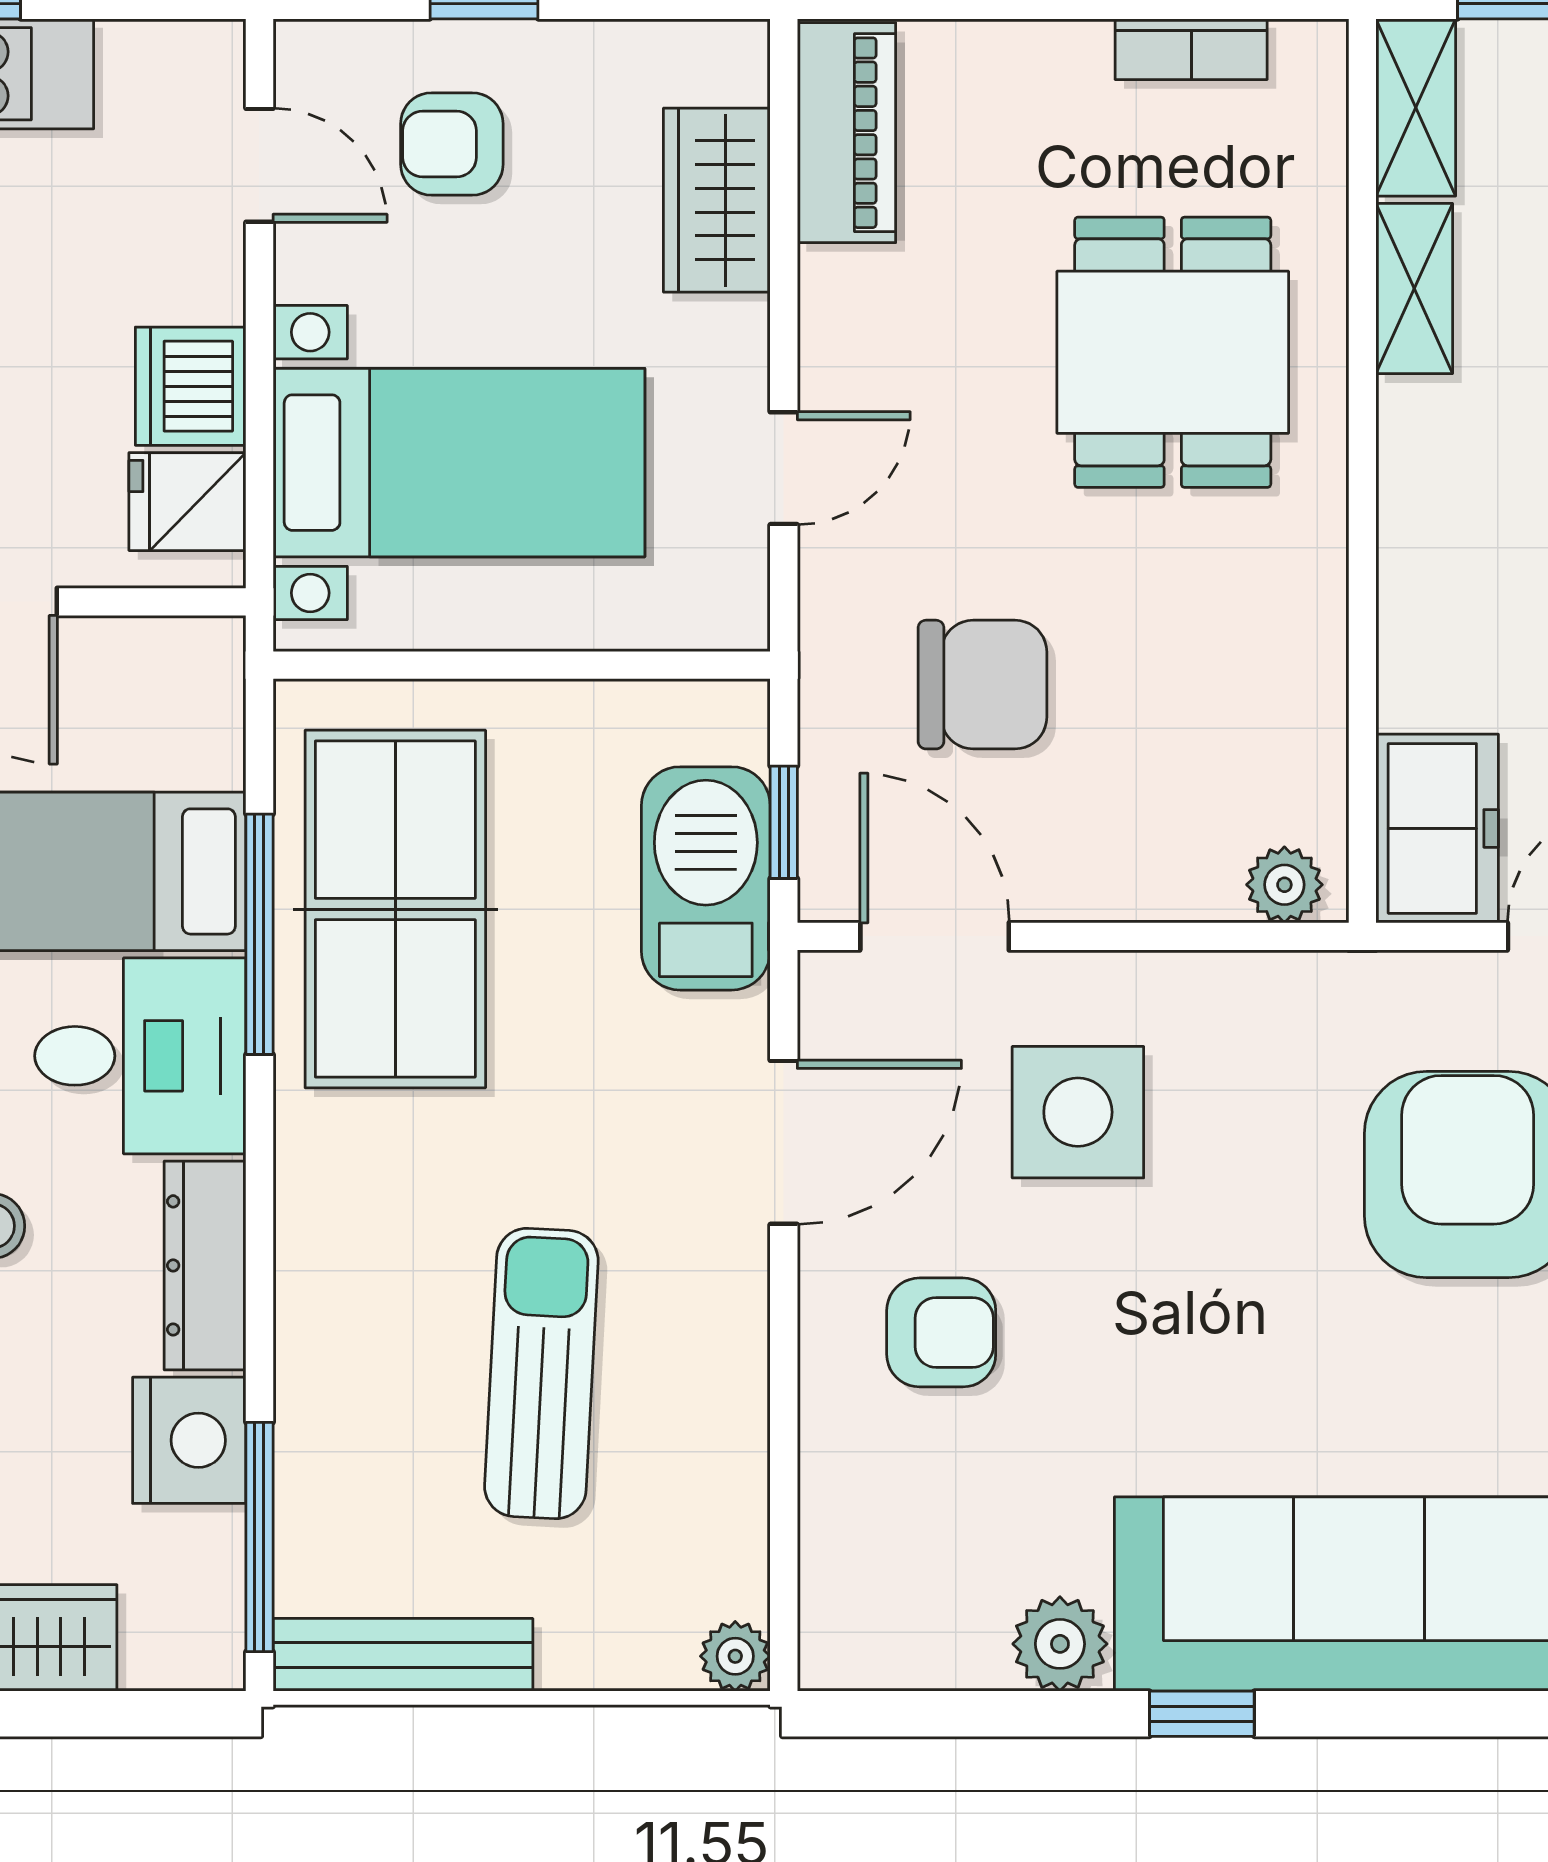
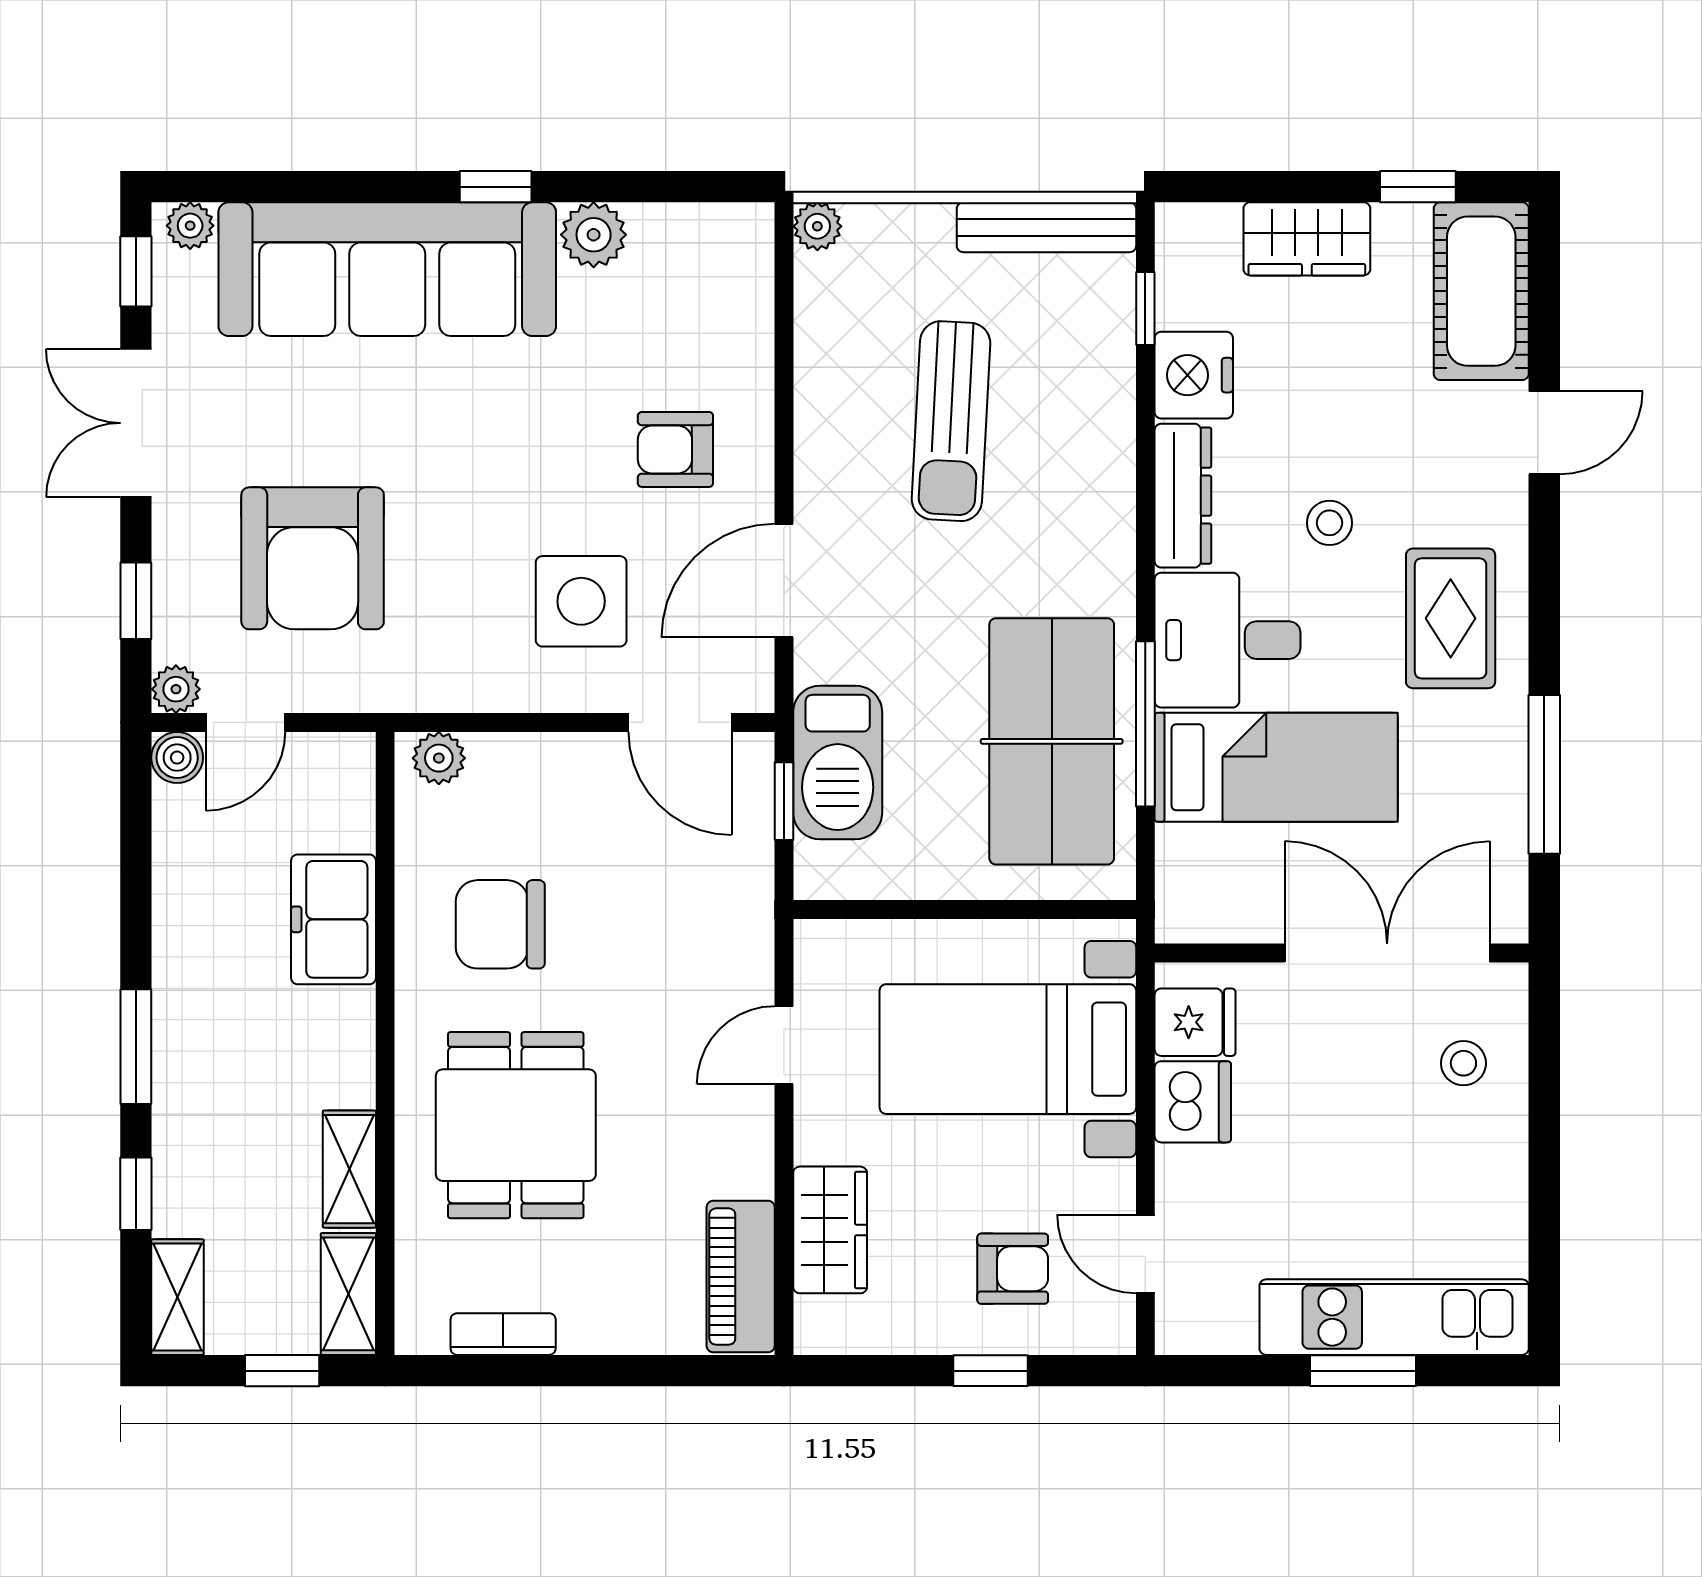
chair: (982, 685) -> (500, 924), moved
freezer: (1437, 828) -> (333, 919), moved
window: (259, 1537) -> (1145, 308), width x0.46

